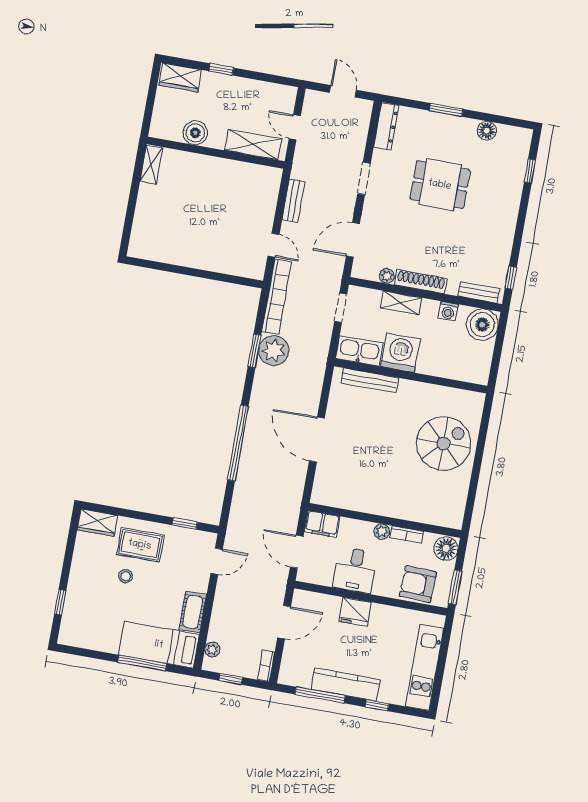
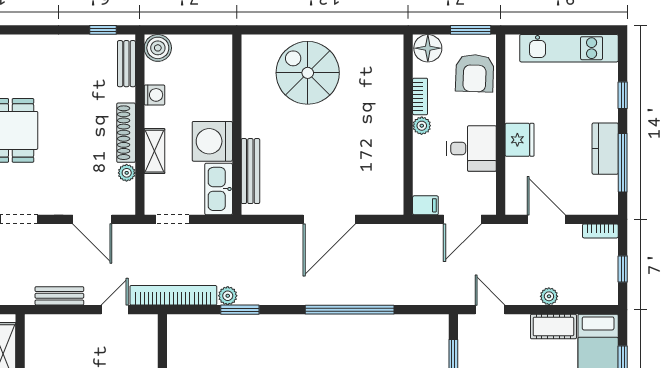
boiler: (482, 325) -> (158, 48), width x0.73, depth x0.73
plant: (274, 351) -> (228, 296), width x0.53, depth x0.53
filing cabinet: (322, 524) -> (425, 205), width x0.50
plant: (212, 649) -> (549, 296), moved
kitchen counter: (346, 684) -> (605, 149), width x0.67

